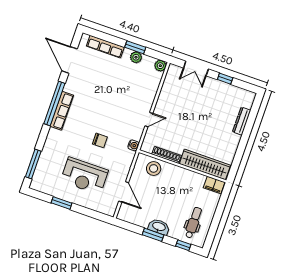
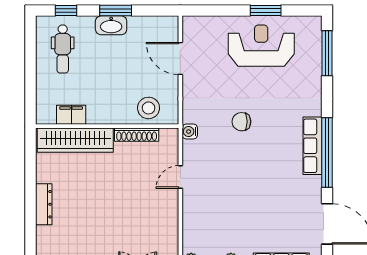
dresser: (242, 121) -> (44, 204), moved
reception desk: (84, 176) -> (261, 46), moved
filing cabinet: (214, 185) -> (71, 115), moved

